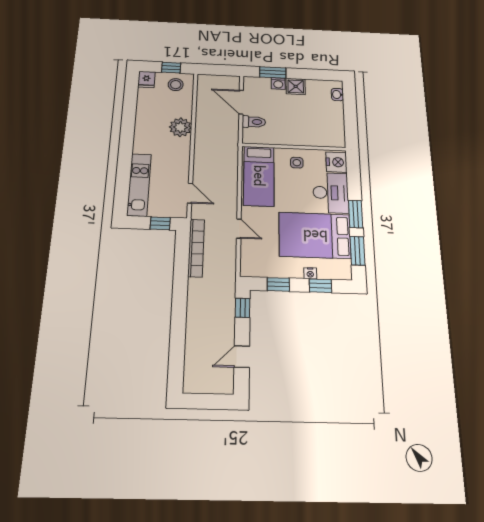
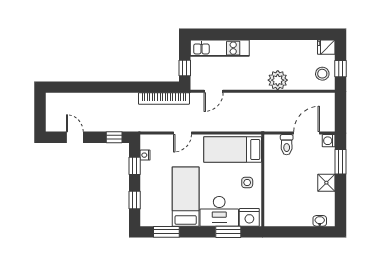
washing machine: (278, 83) -> (329, 141), moved
window: (356, 214) -> (228, 232), moved
bed: (315, 235) -> (186, 197), width x0.67
nightstand: (310, 273) -> (145, 155), moved

